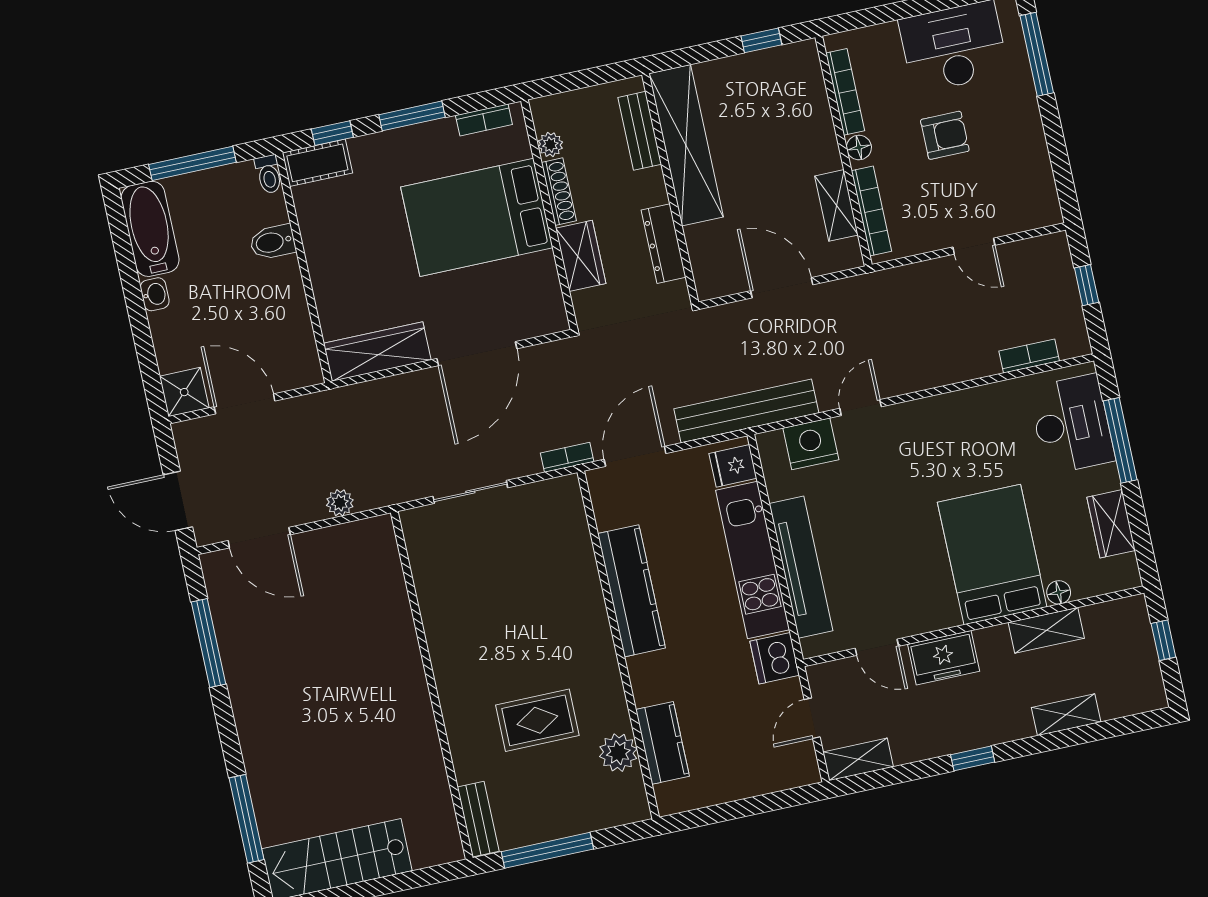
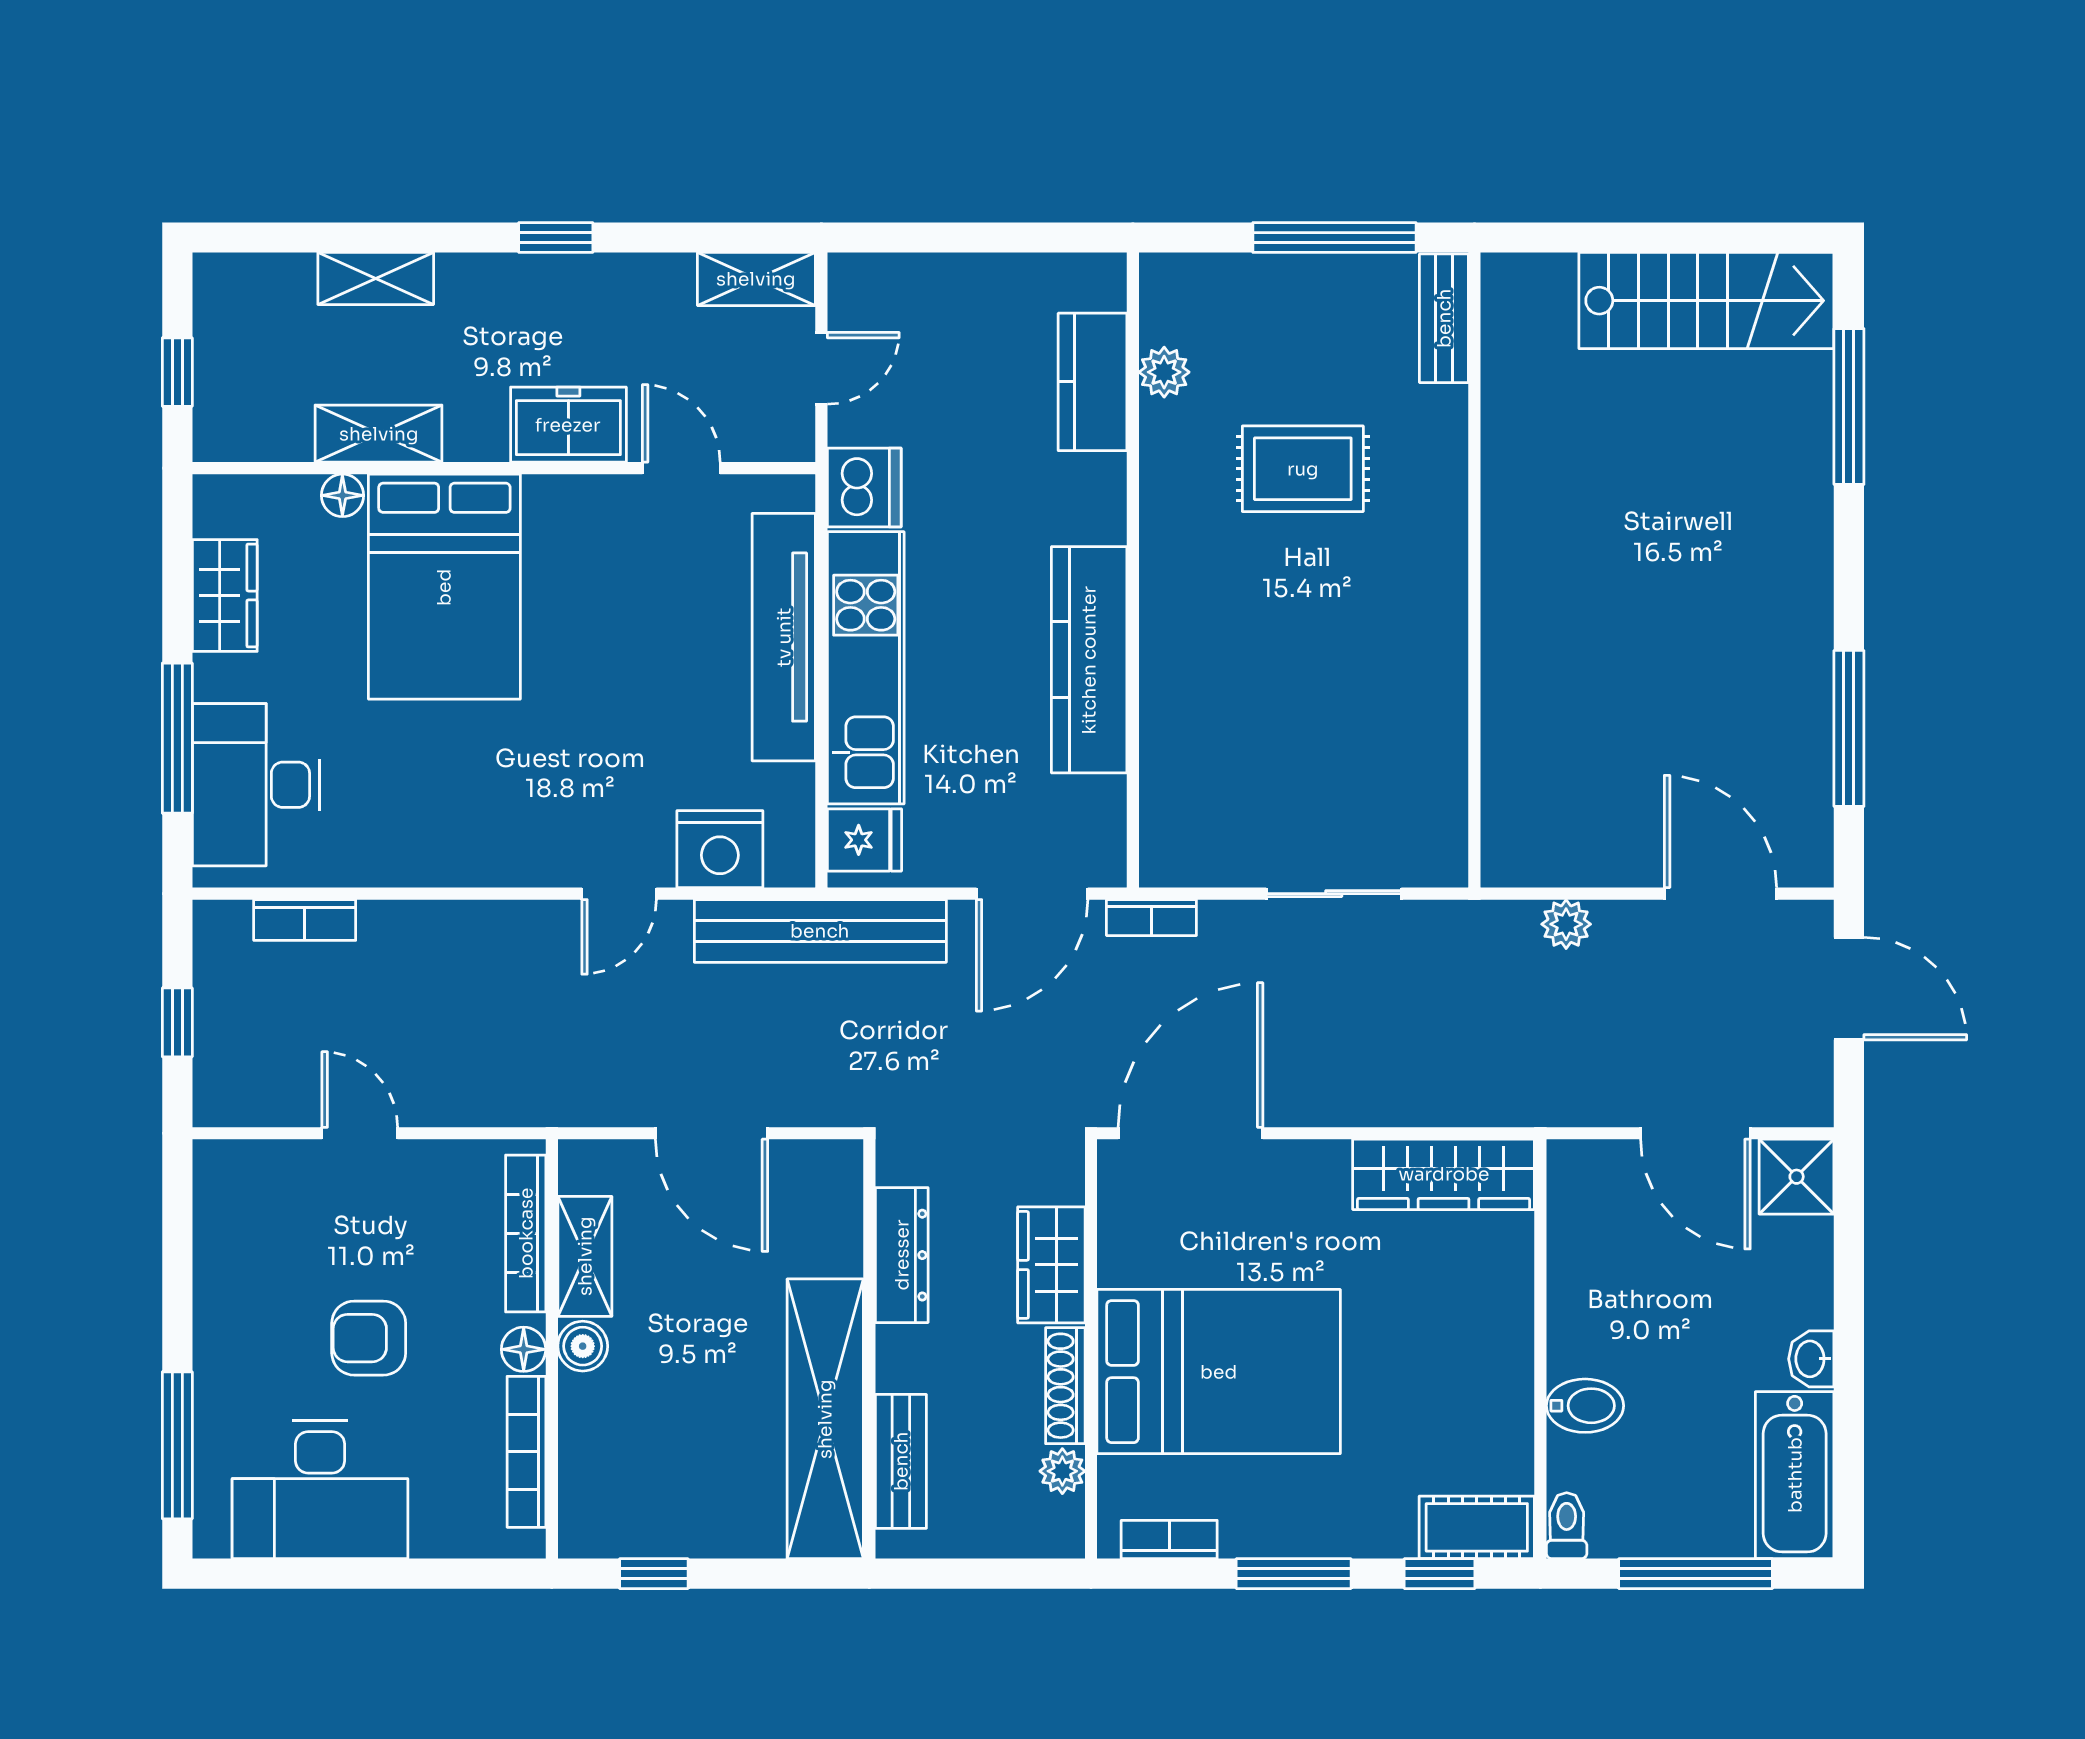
boiler: (827, 156) -> (583, 1346), added
door: (477, 354) -> (1190, 1133), moved
plant: (618, 753) -> (1164, 372), width x0.73, depth x0.73

